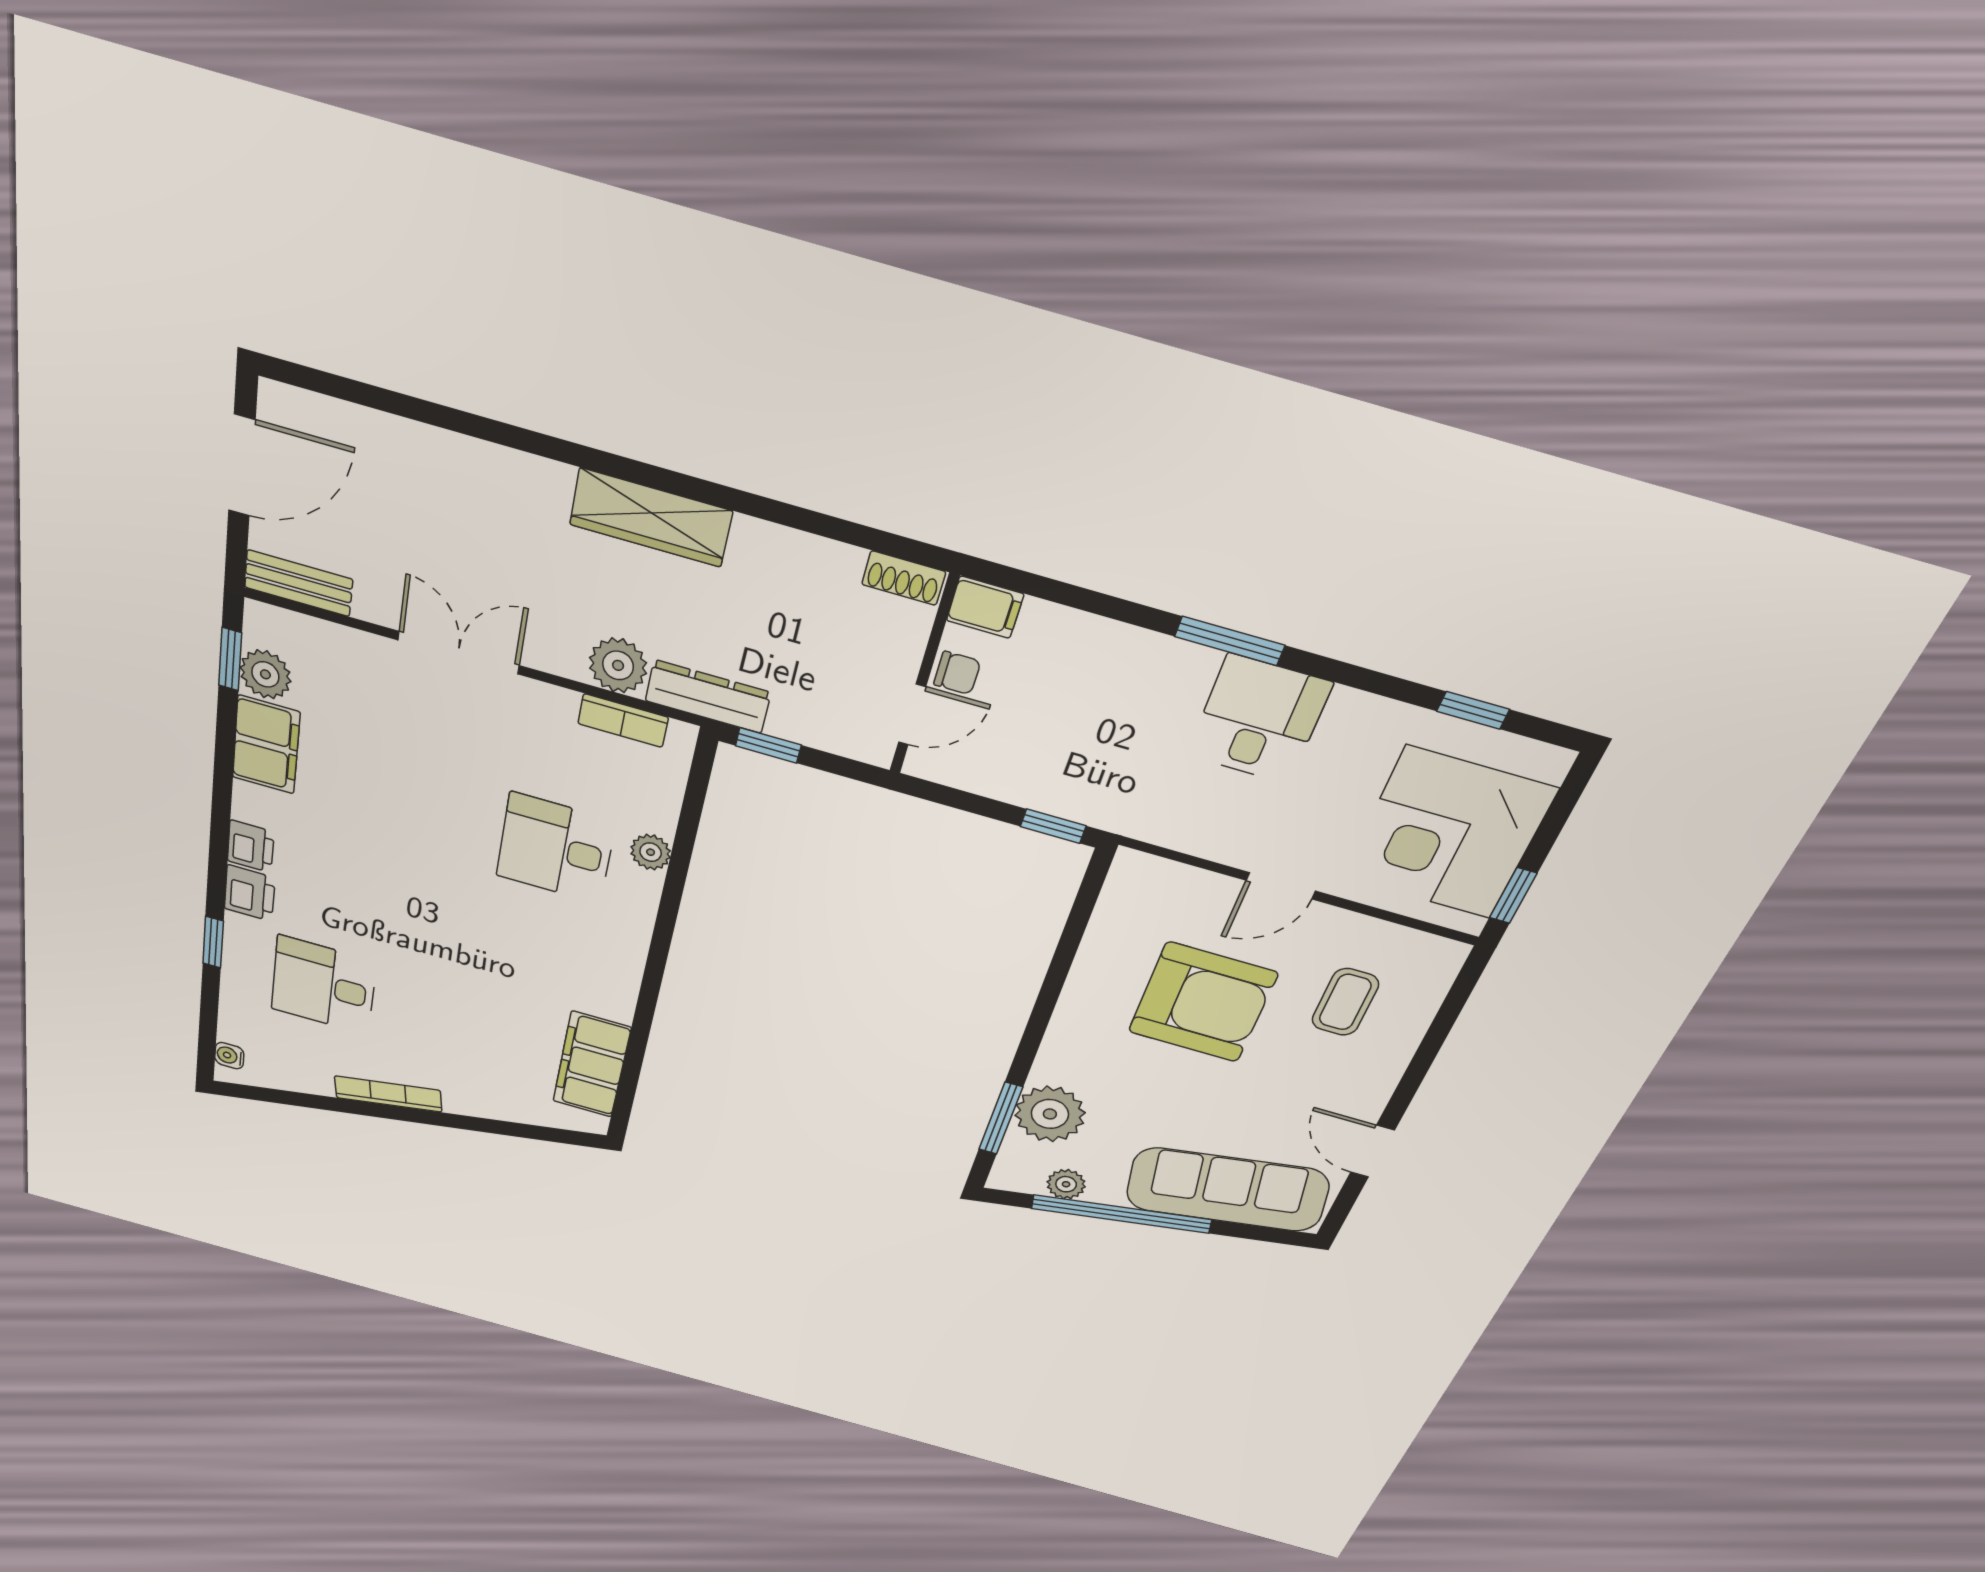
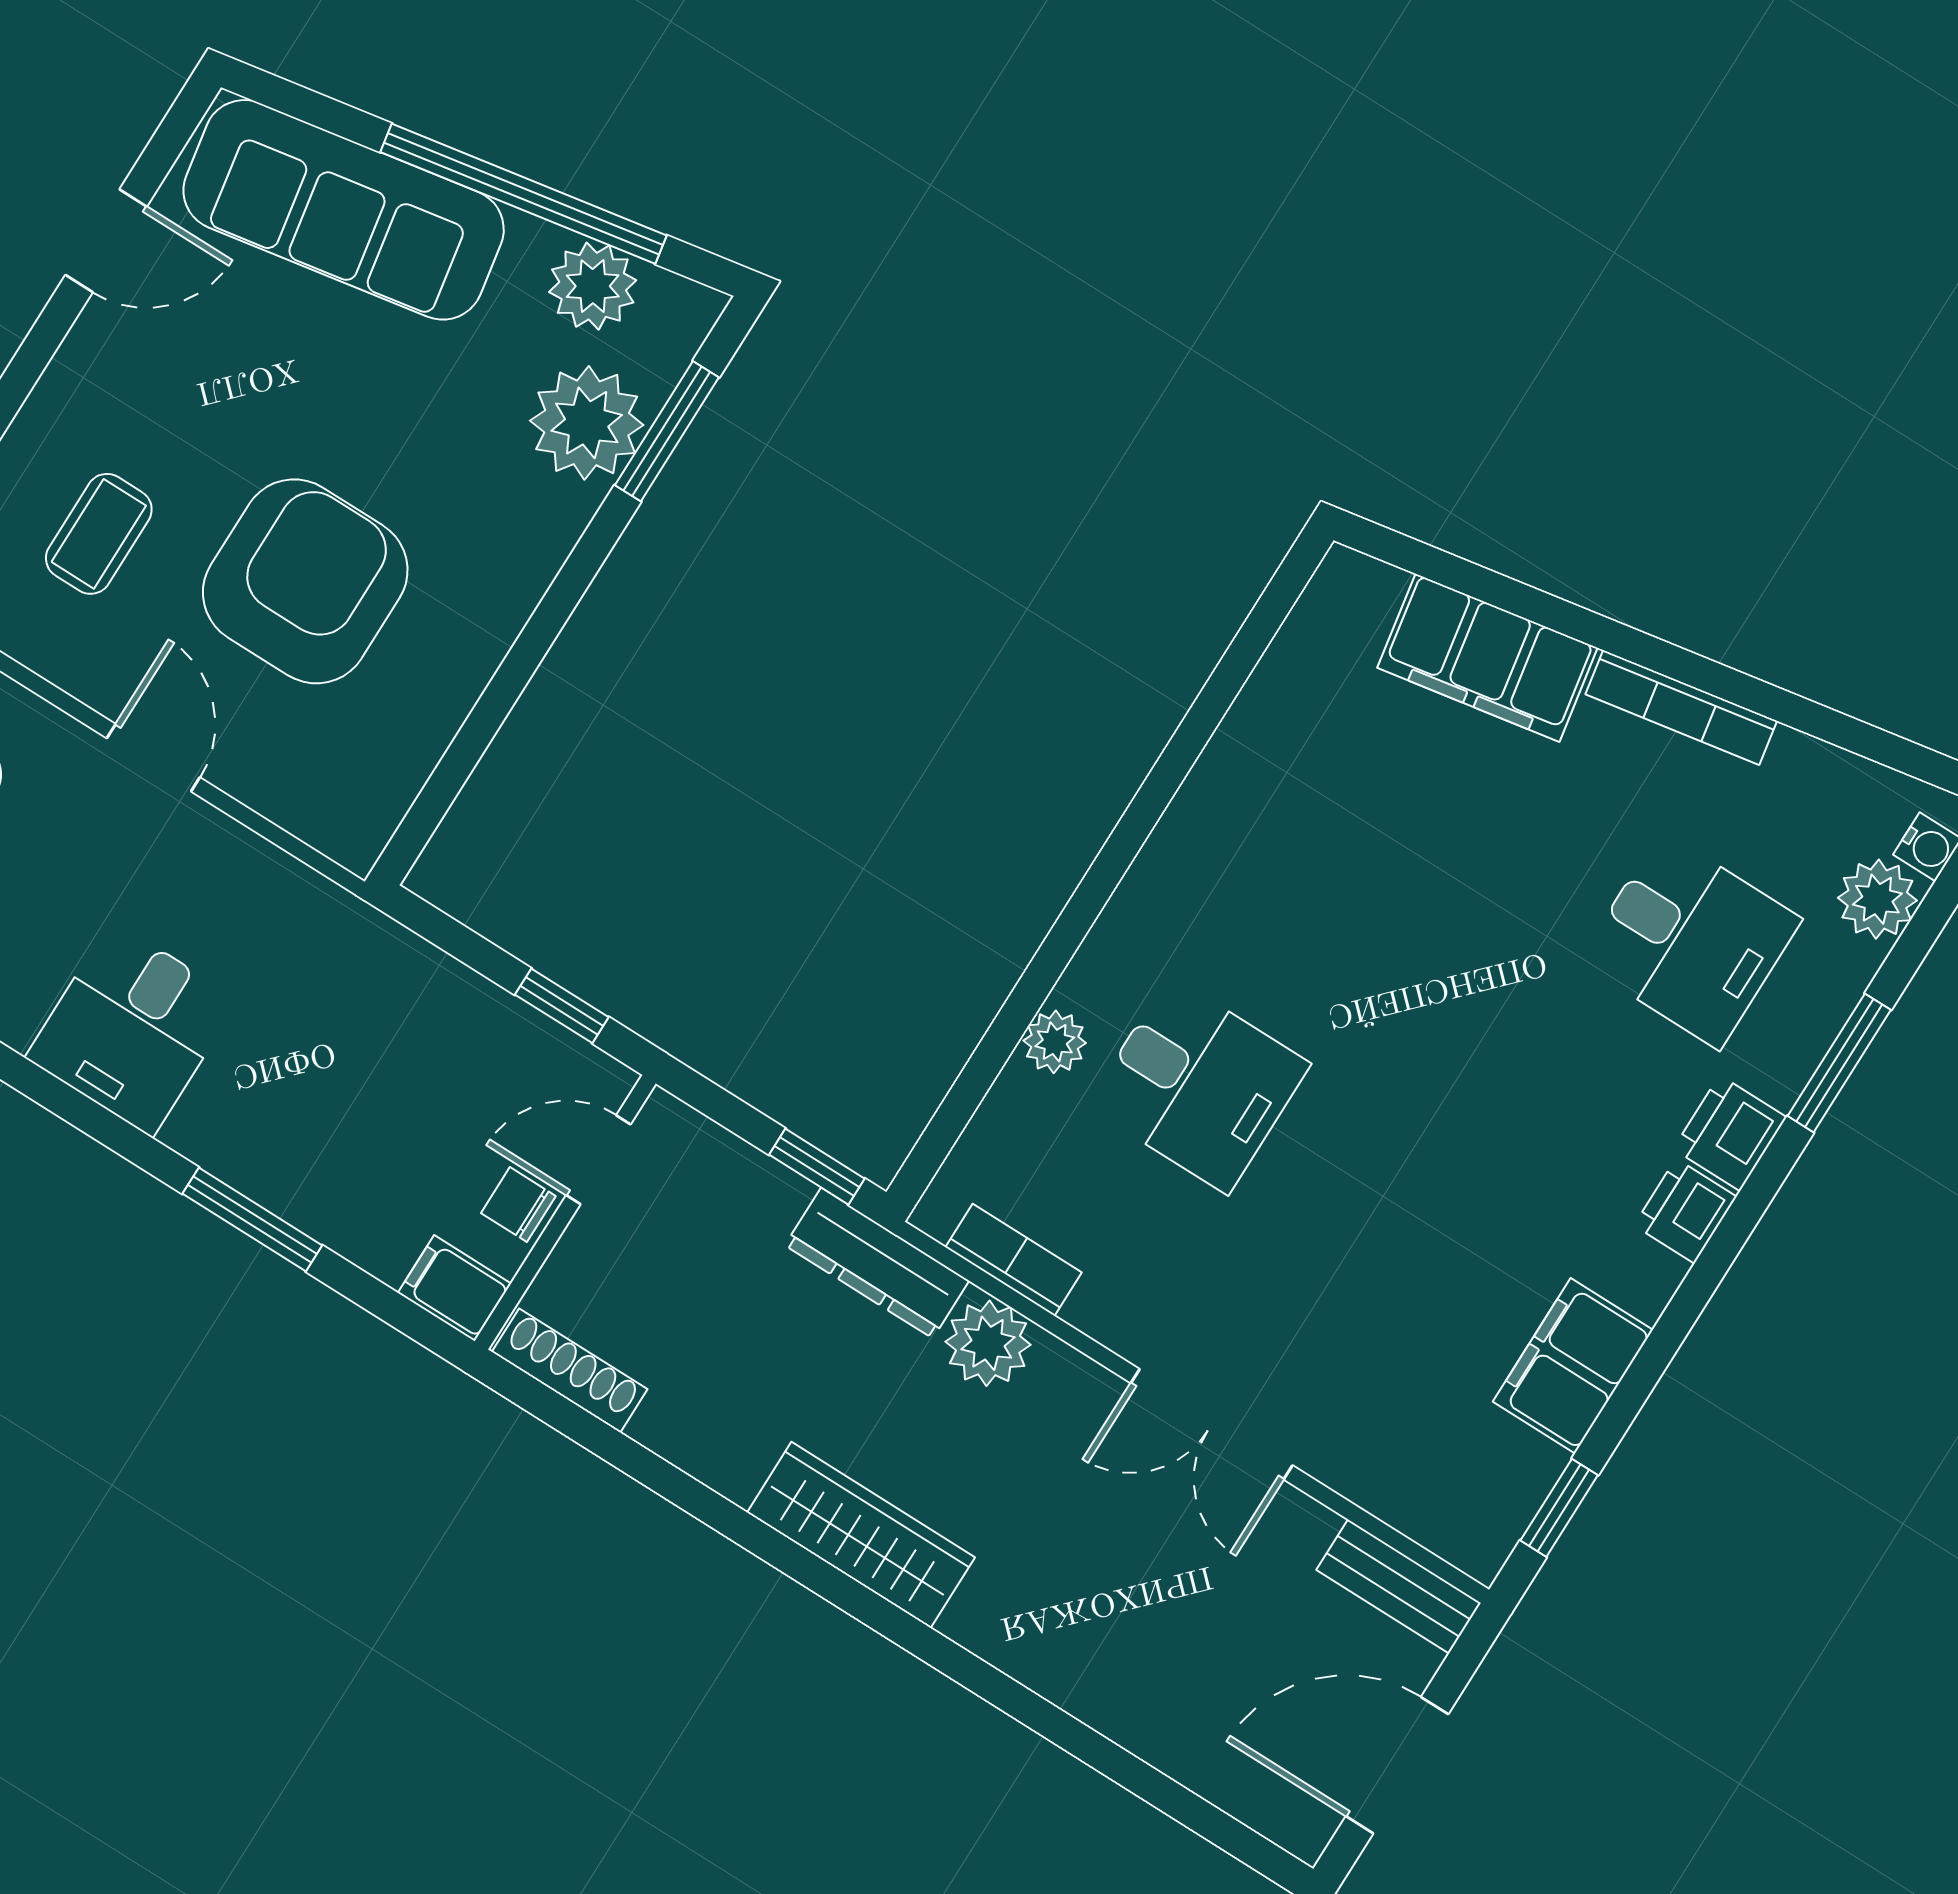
shoe rack: (904, 578) -> (570, 1371), width x1.43
window: (1230, 641) -> (252, 1219), moved
plant: (265, 674) -> (1877, 899), moved
window: (1053, 826) -> (562, 1006), moved
door: (1281, 886) -> (153, 758), hinge flipped
window: (213, 942) -> (1839, 1063), width x1.50
armchair: (1203, 1002) -> (305, 581), turned 90
filing cabinet: (592, 1065) -> (1487, 658), moved, turned 80
door: (1372, 1151) -> (106, 241), hinge flipped
plant: (1066, 1184) -> (593, 286), width x1.38, depth x1.38

